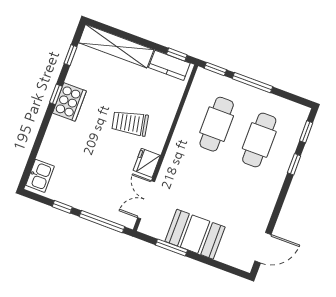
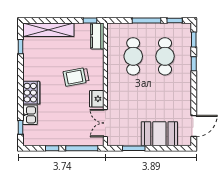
kitchen counter: (169, 65) -> (97, 36), moved, turned 90
window: (215, 69) -> (175, 20), moved
window: (56, 94) -> (21, 127), moved
cooker: (69, 102) -> (31, 93), moved
kitchen sink: (40, 176) -> (30, 115), moved
booth: (195, 234) -> (159, 134), moved

